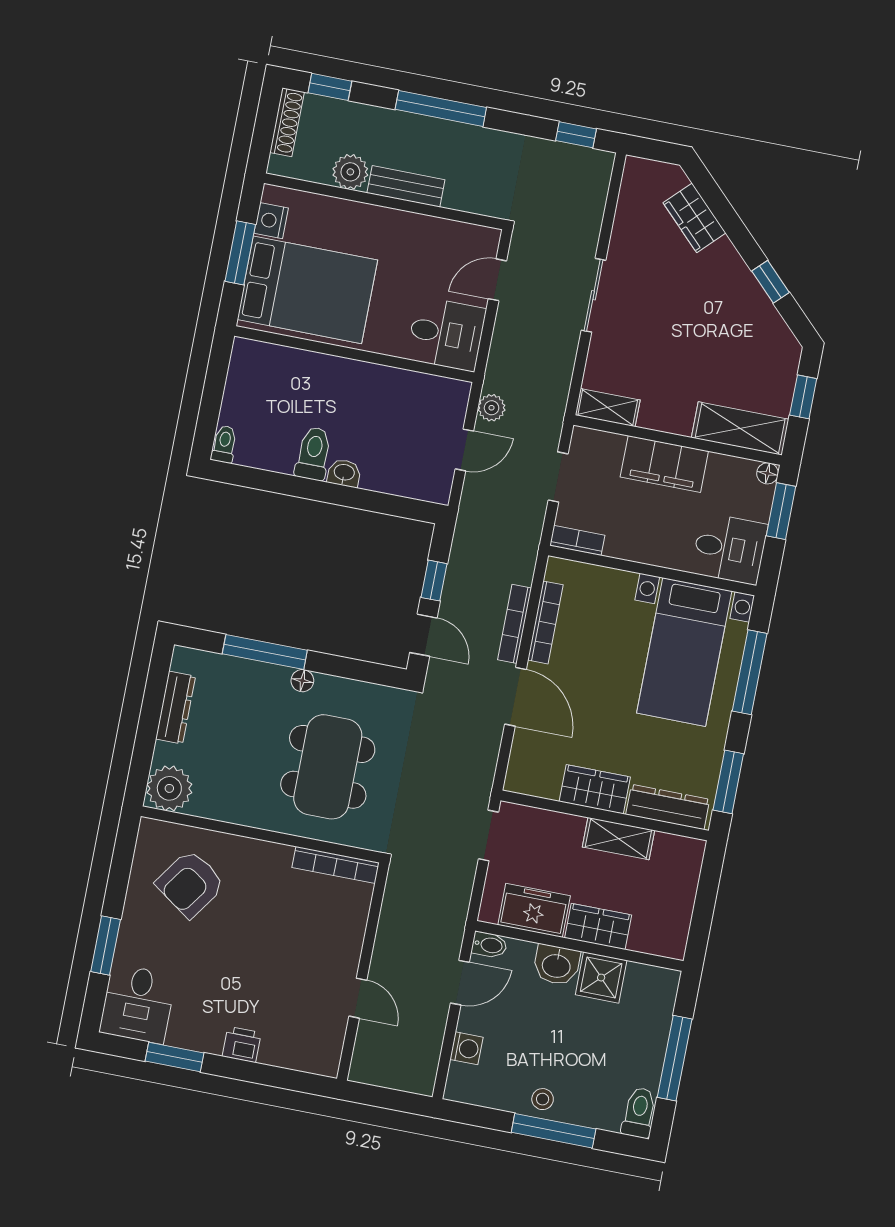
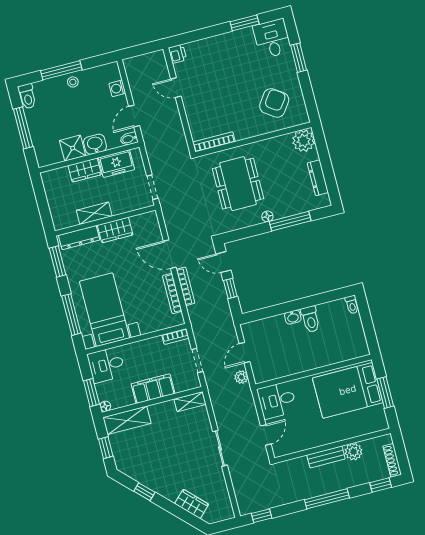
nightstand: (271, 221) -> (378, 413), removed
printer: (242, 1044) -> (177, 54), moved, turned -90

